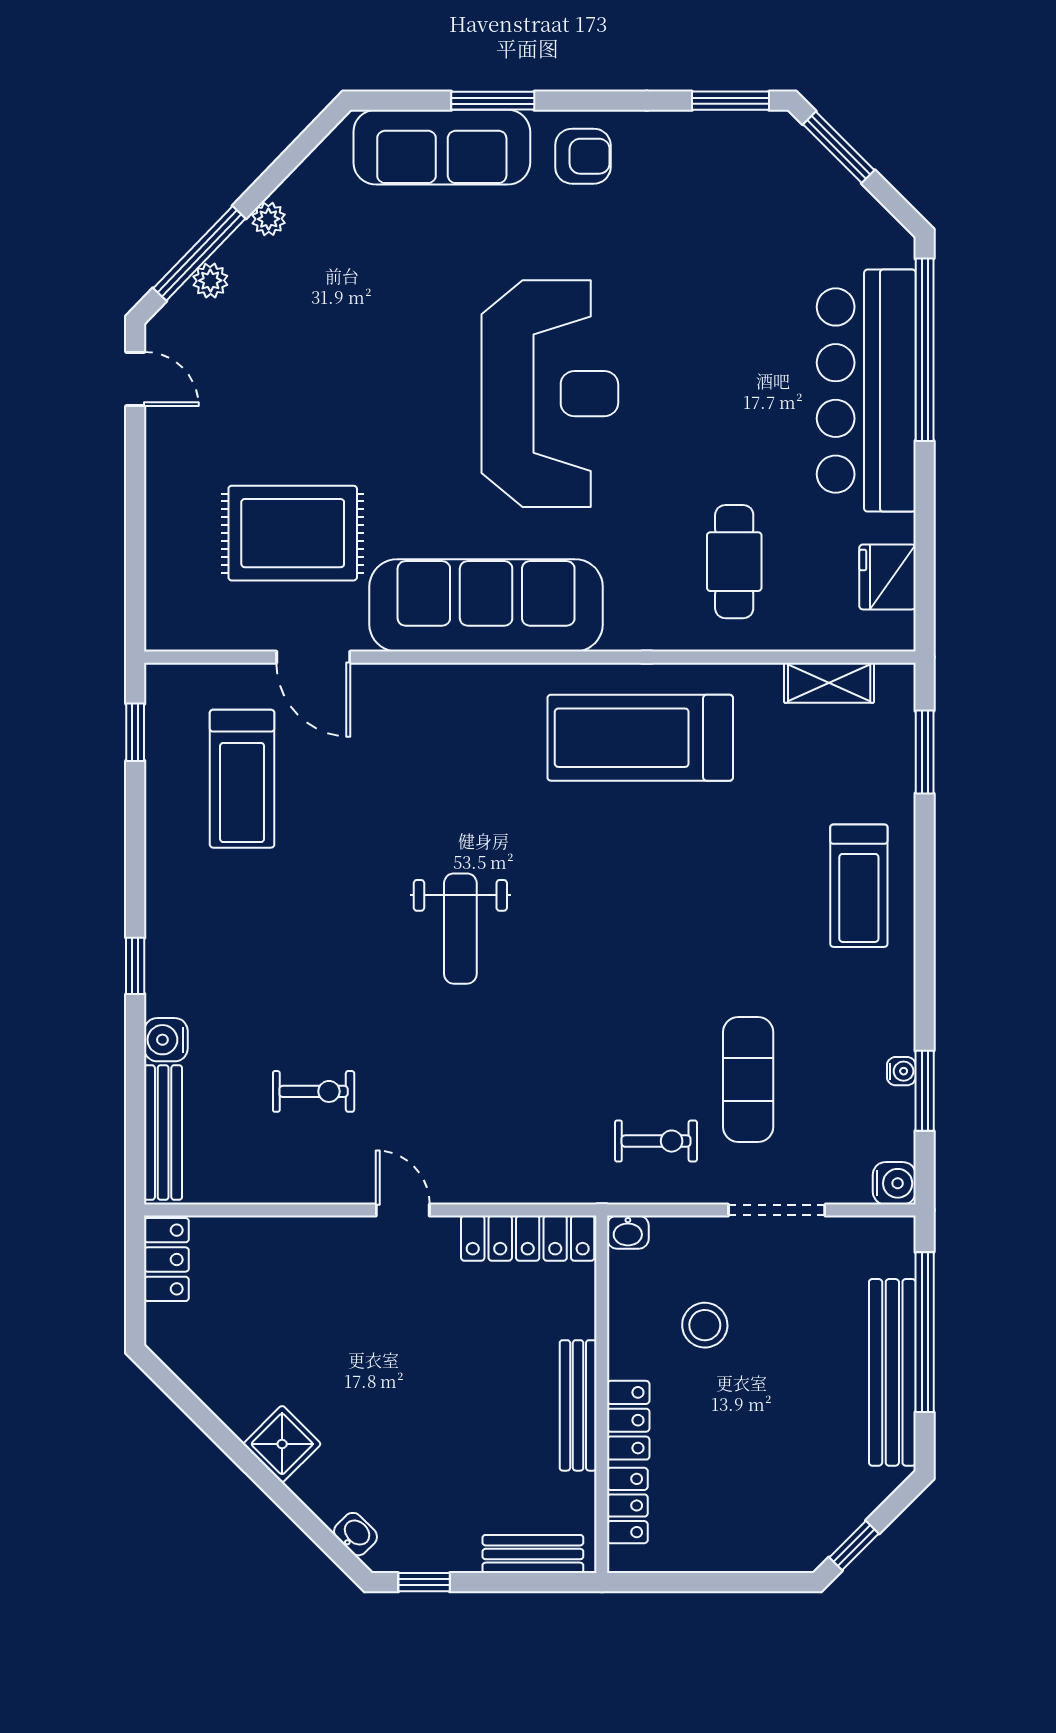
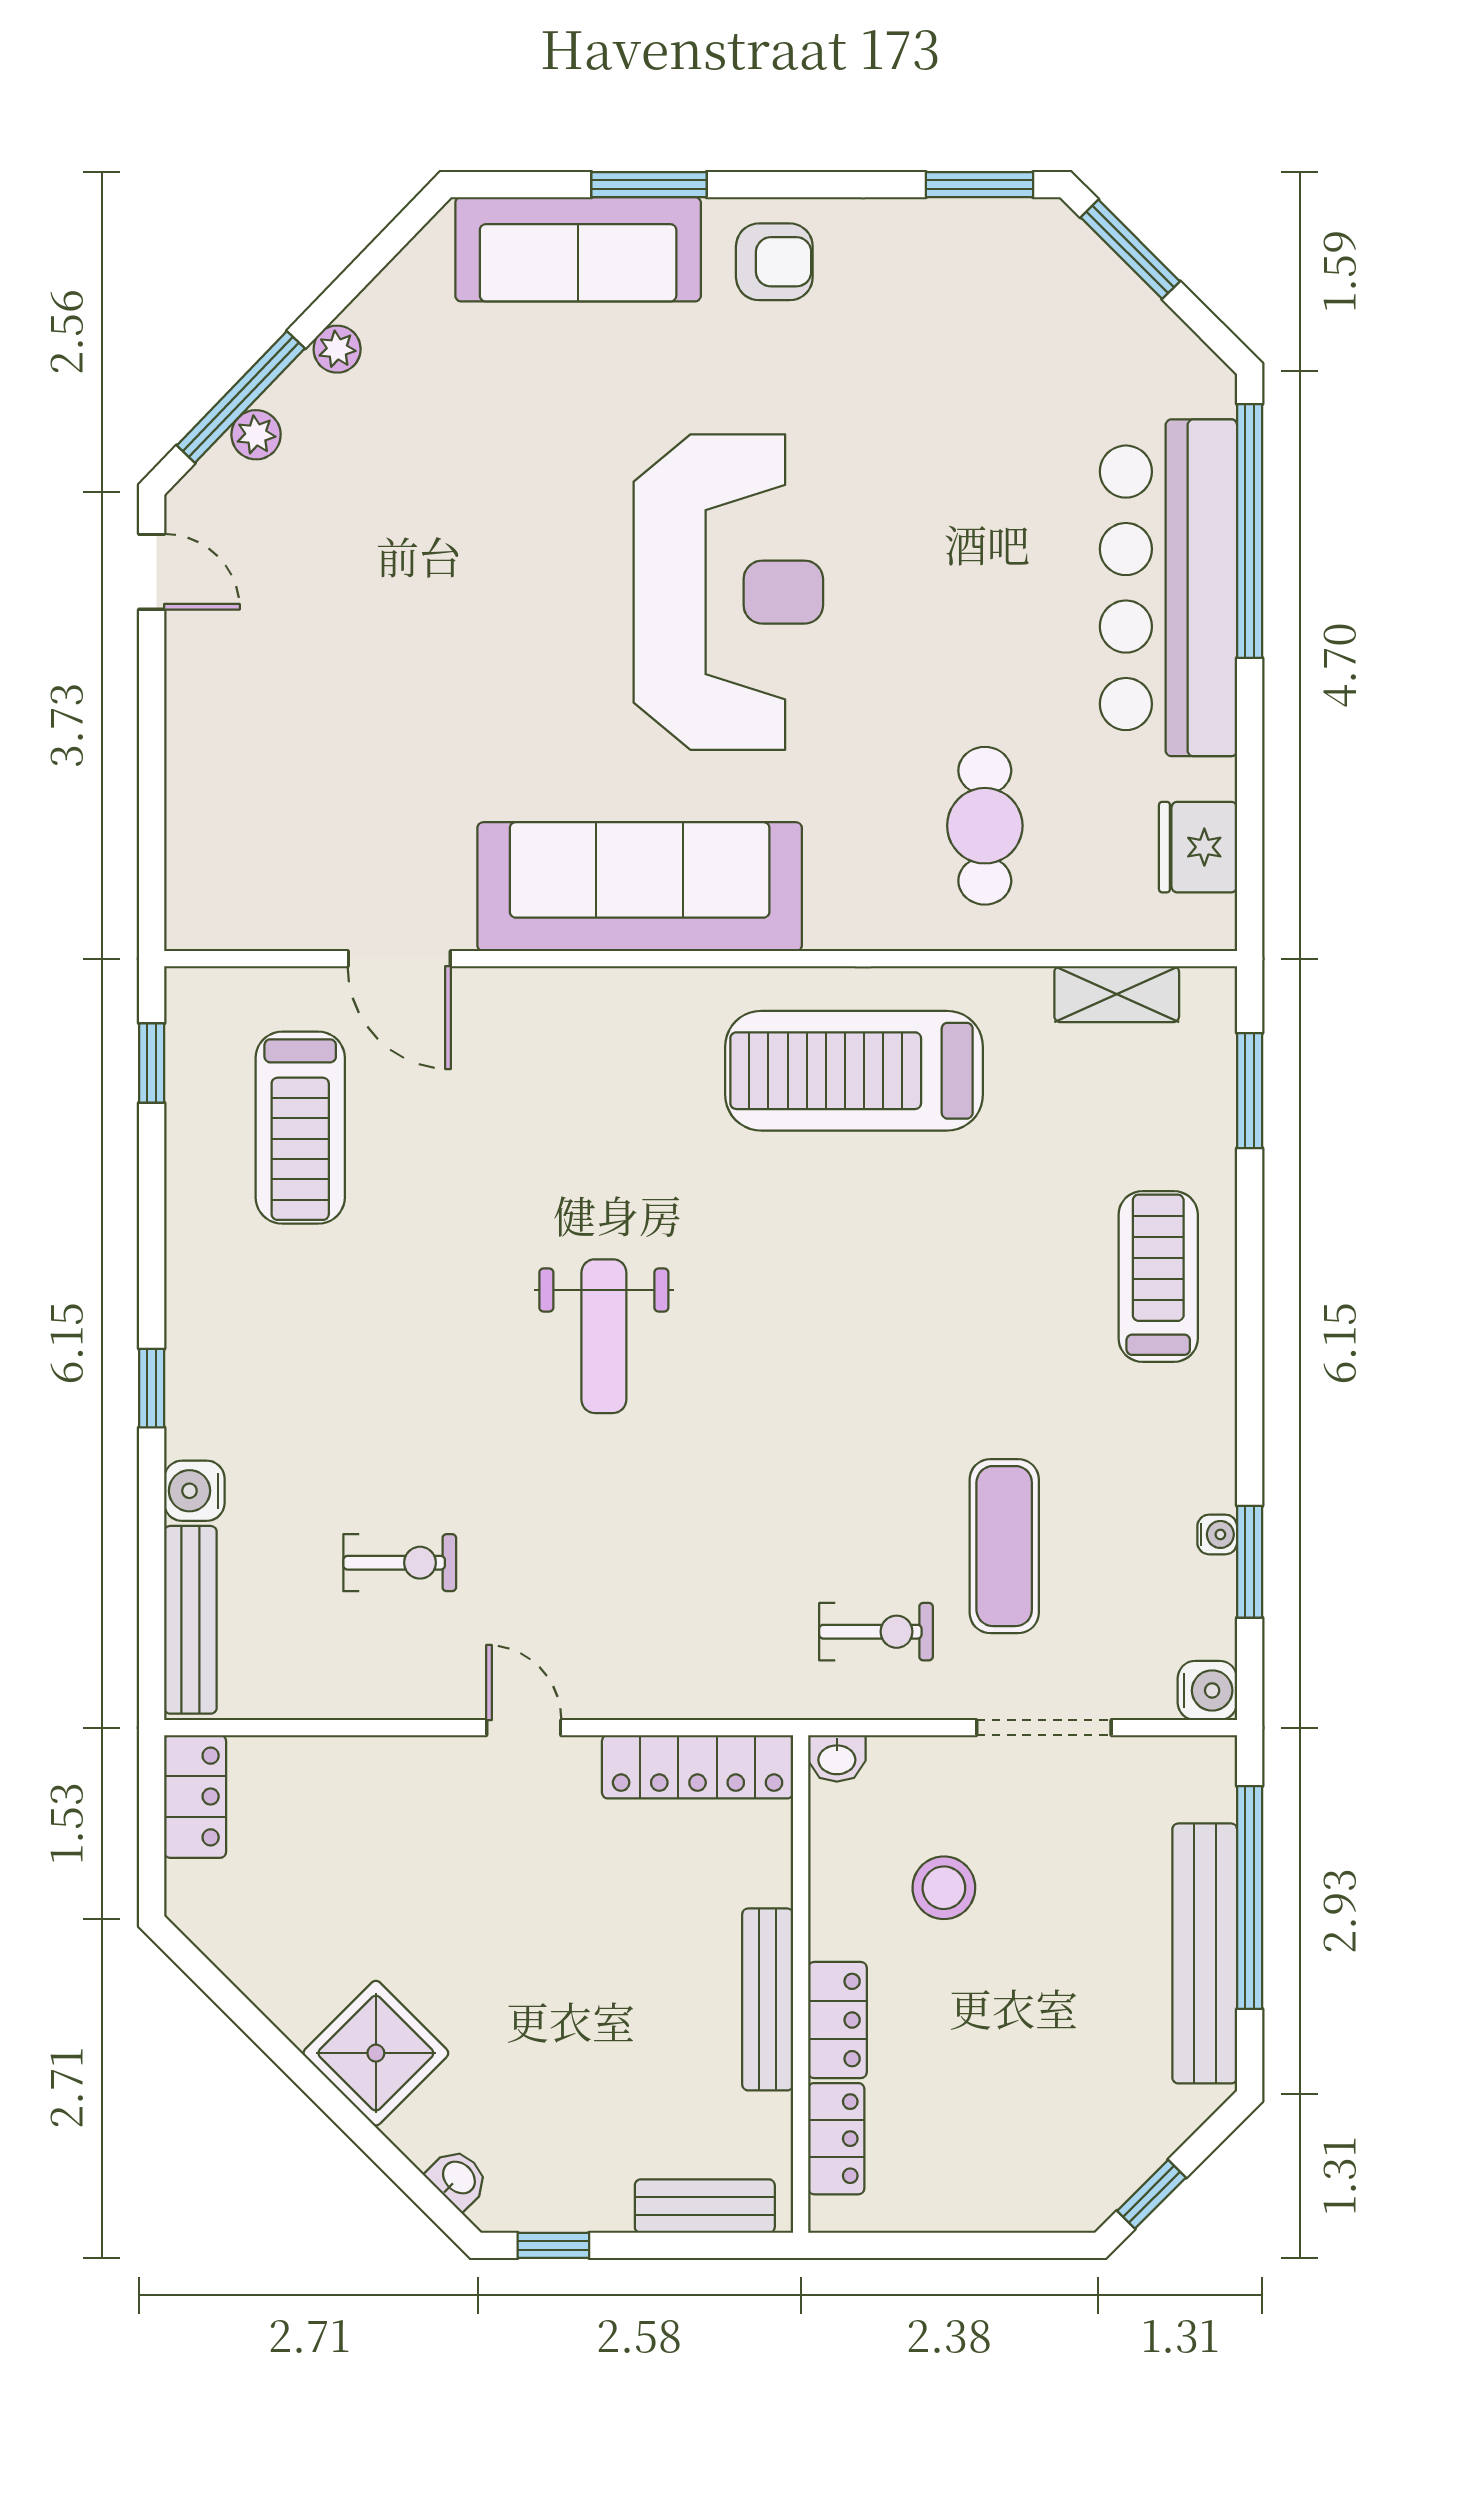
rug: (293, 533) -> (371, 786), removed
treadmill: (859, 886) -> (1158, 1277), turned 180
shower: (282, 1444) -> (376, 2053), width x1.36, depth x1.36

